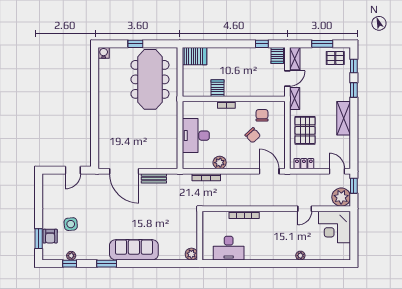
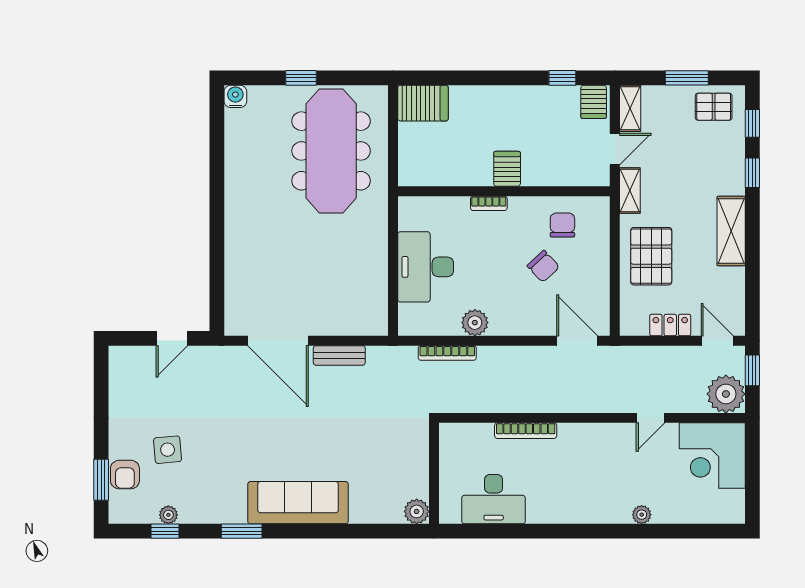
server rack: (217, 88) -> (507, 169), moved
locker: (304, 164) -> (670, 325), moved

